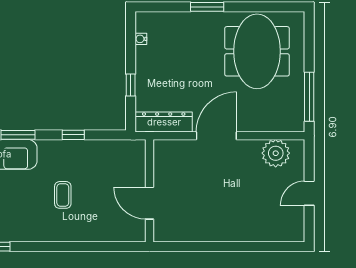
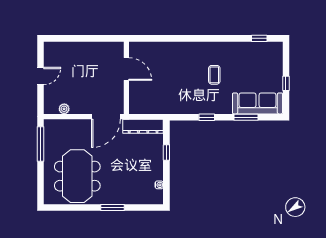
plant: (276, 153) -> (64, 109), width x0.53, depth x0.53
wall: (150, 191) -> (126, 78), moved
door: (150, 203) -> (126, 69), moved

